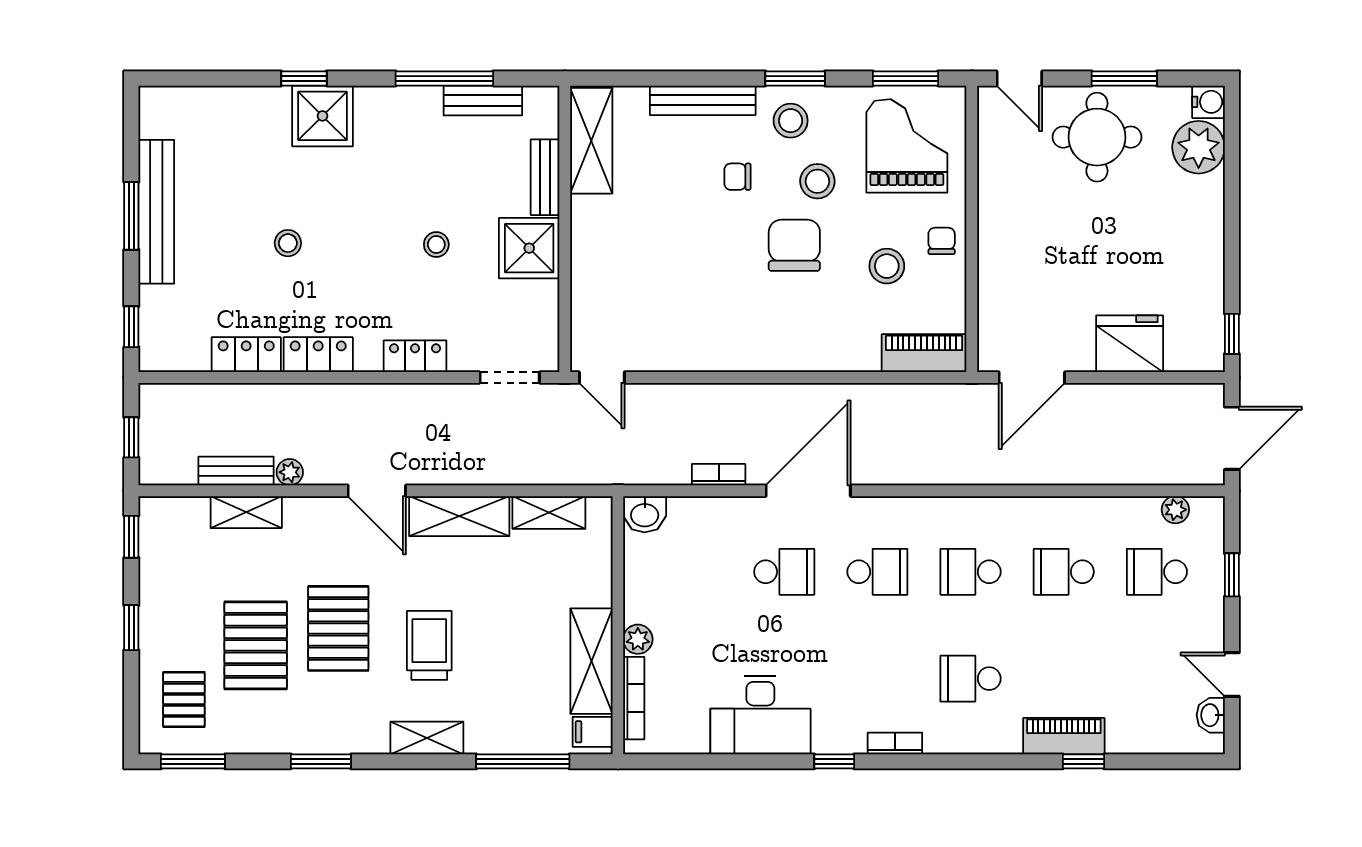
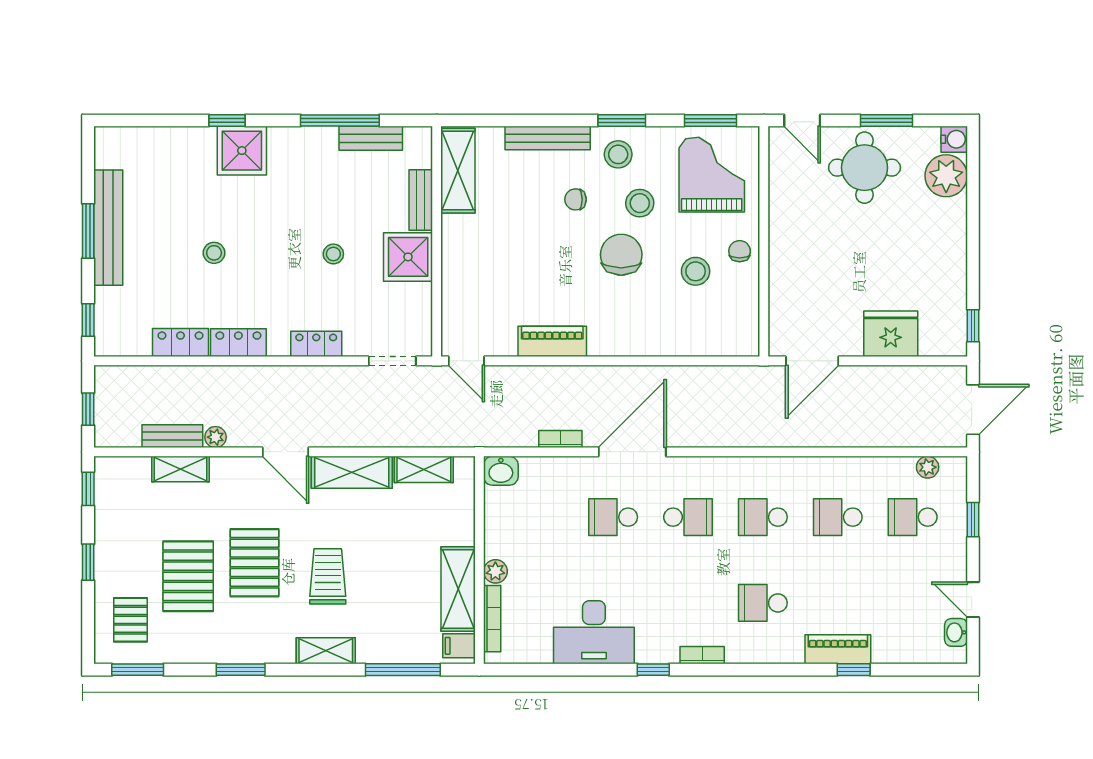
piano: (924, 353) -> (552, 341), moved
school desk: (784, 572) -> (613, 517), turned 180

